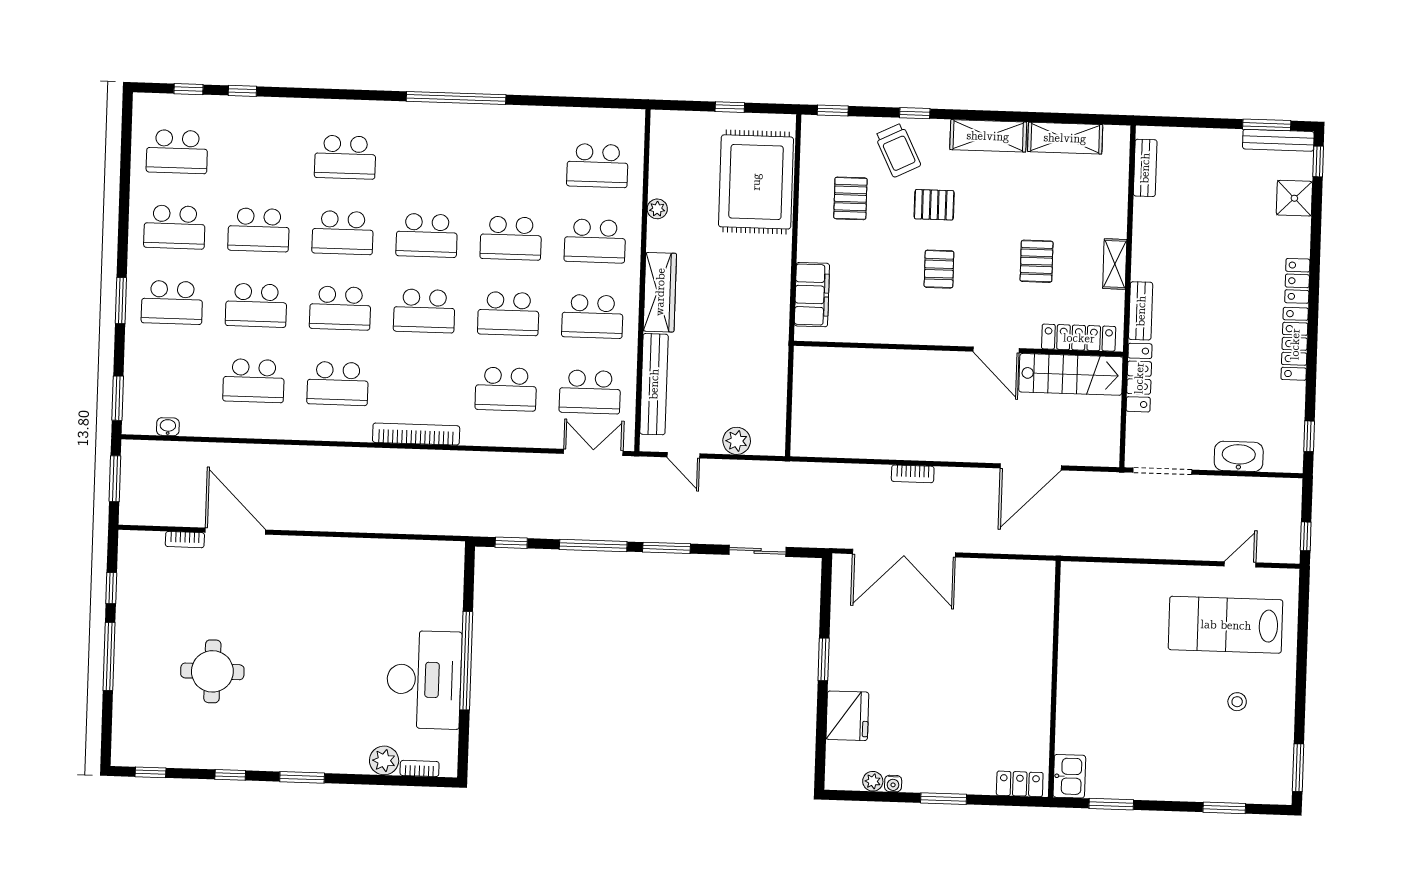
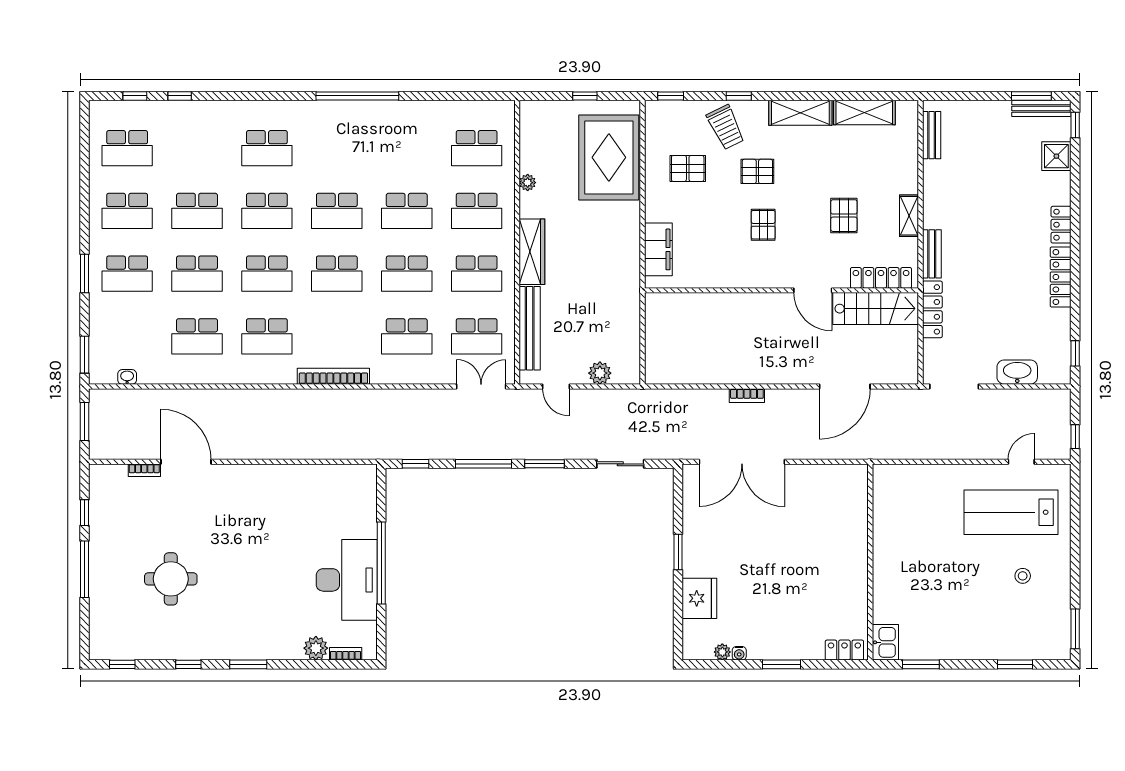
pallet: (850, 198) -> (688, 168), turned 90

